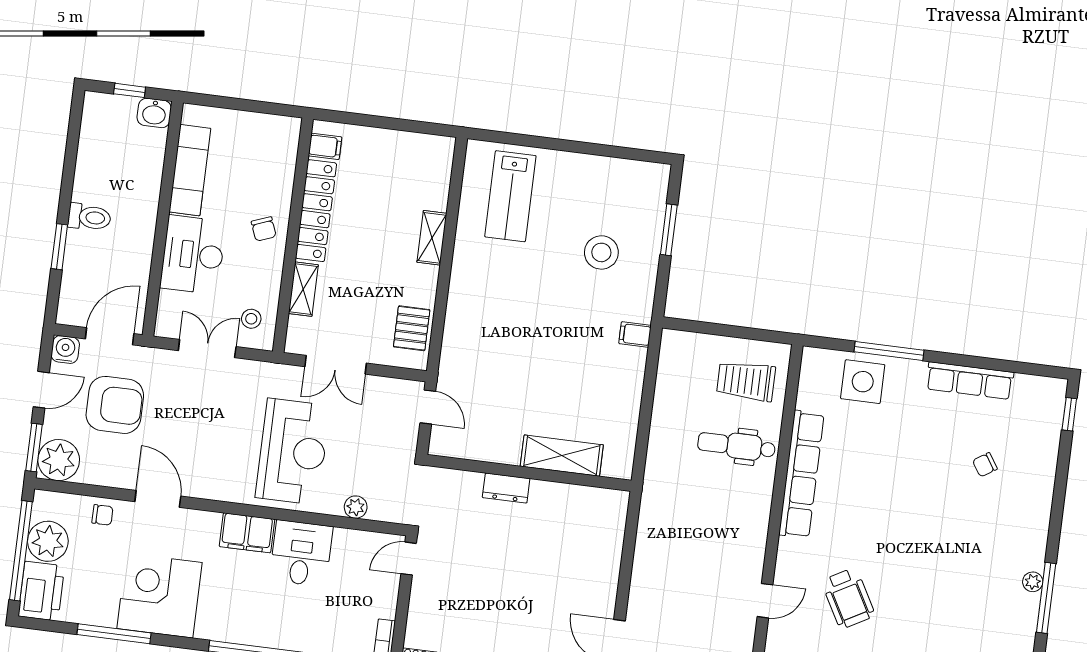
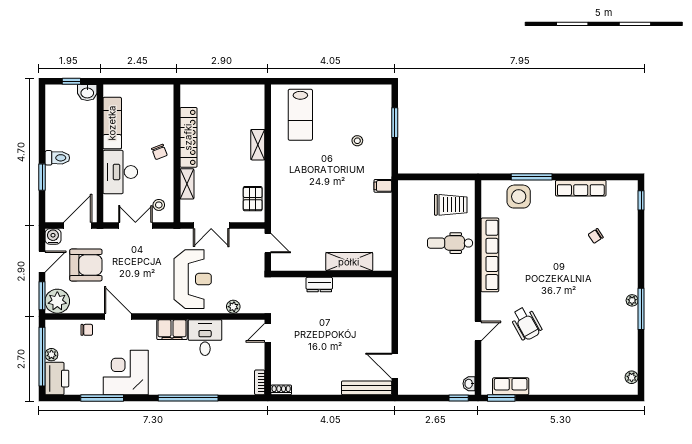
filing cabinet: (325, 146) -> (189, 99), removed
stool: (601, 252) -> (357, 141), width x0.53, depth x0.53
trolley: (746, 381) -> (451, 205), turned 180
plant: (48, 541) -> (51, 355), width x0.53, depth x0.53

